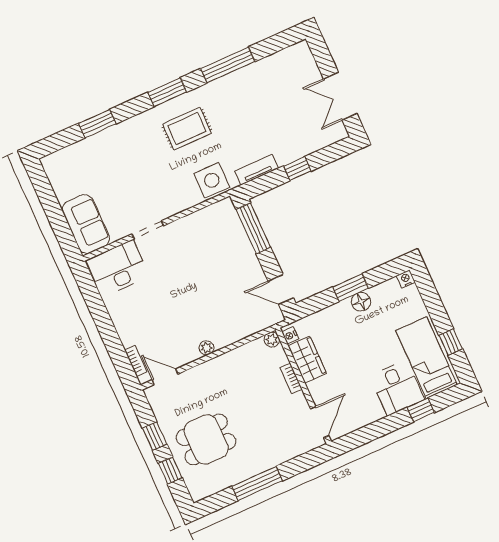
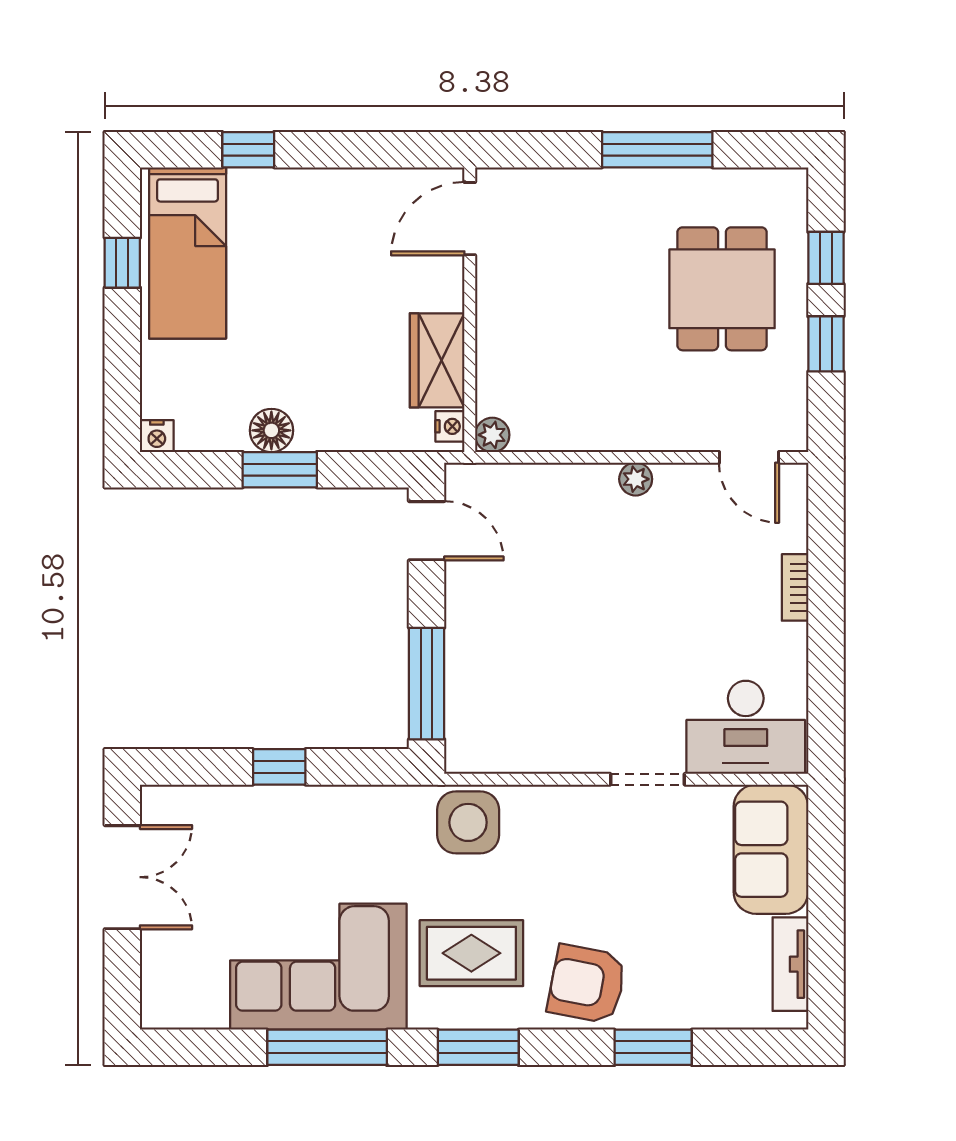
corner sofa: (246, 96) -> (318, 967), added
armchair: (135, 137) -> (587, 984), added
tv unit: (257, 170) -> (790, 964), moved, turned 90
bookcase: (136, 361) -> (795, 587), moved
bookcase: (291, 378) -> (488, 337), removed
desk: (397, 388) -> (276, 218), removed
dining table: (206, 439) -> (722, 289), turned 90

